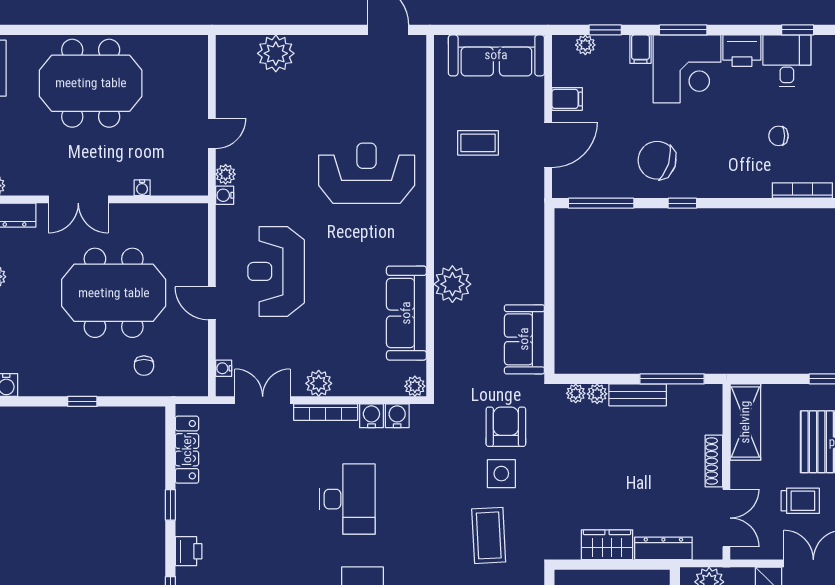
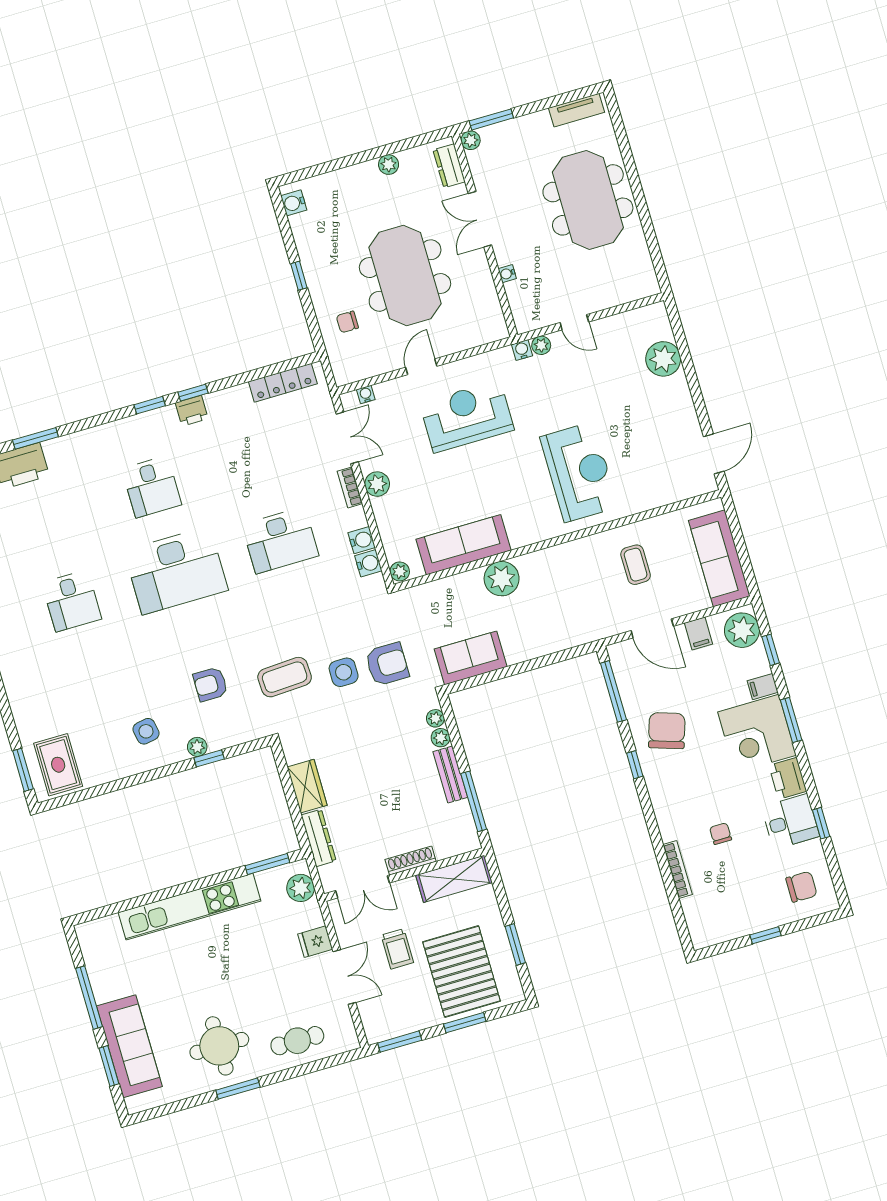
plant: (585, 45) -> (742, 630), width x1.88, depth x1.88
bookcase: (326, 412) -> (350, 487), width x0.64
window: (170, 505) -> (193, 393), moved

